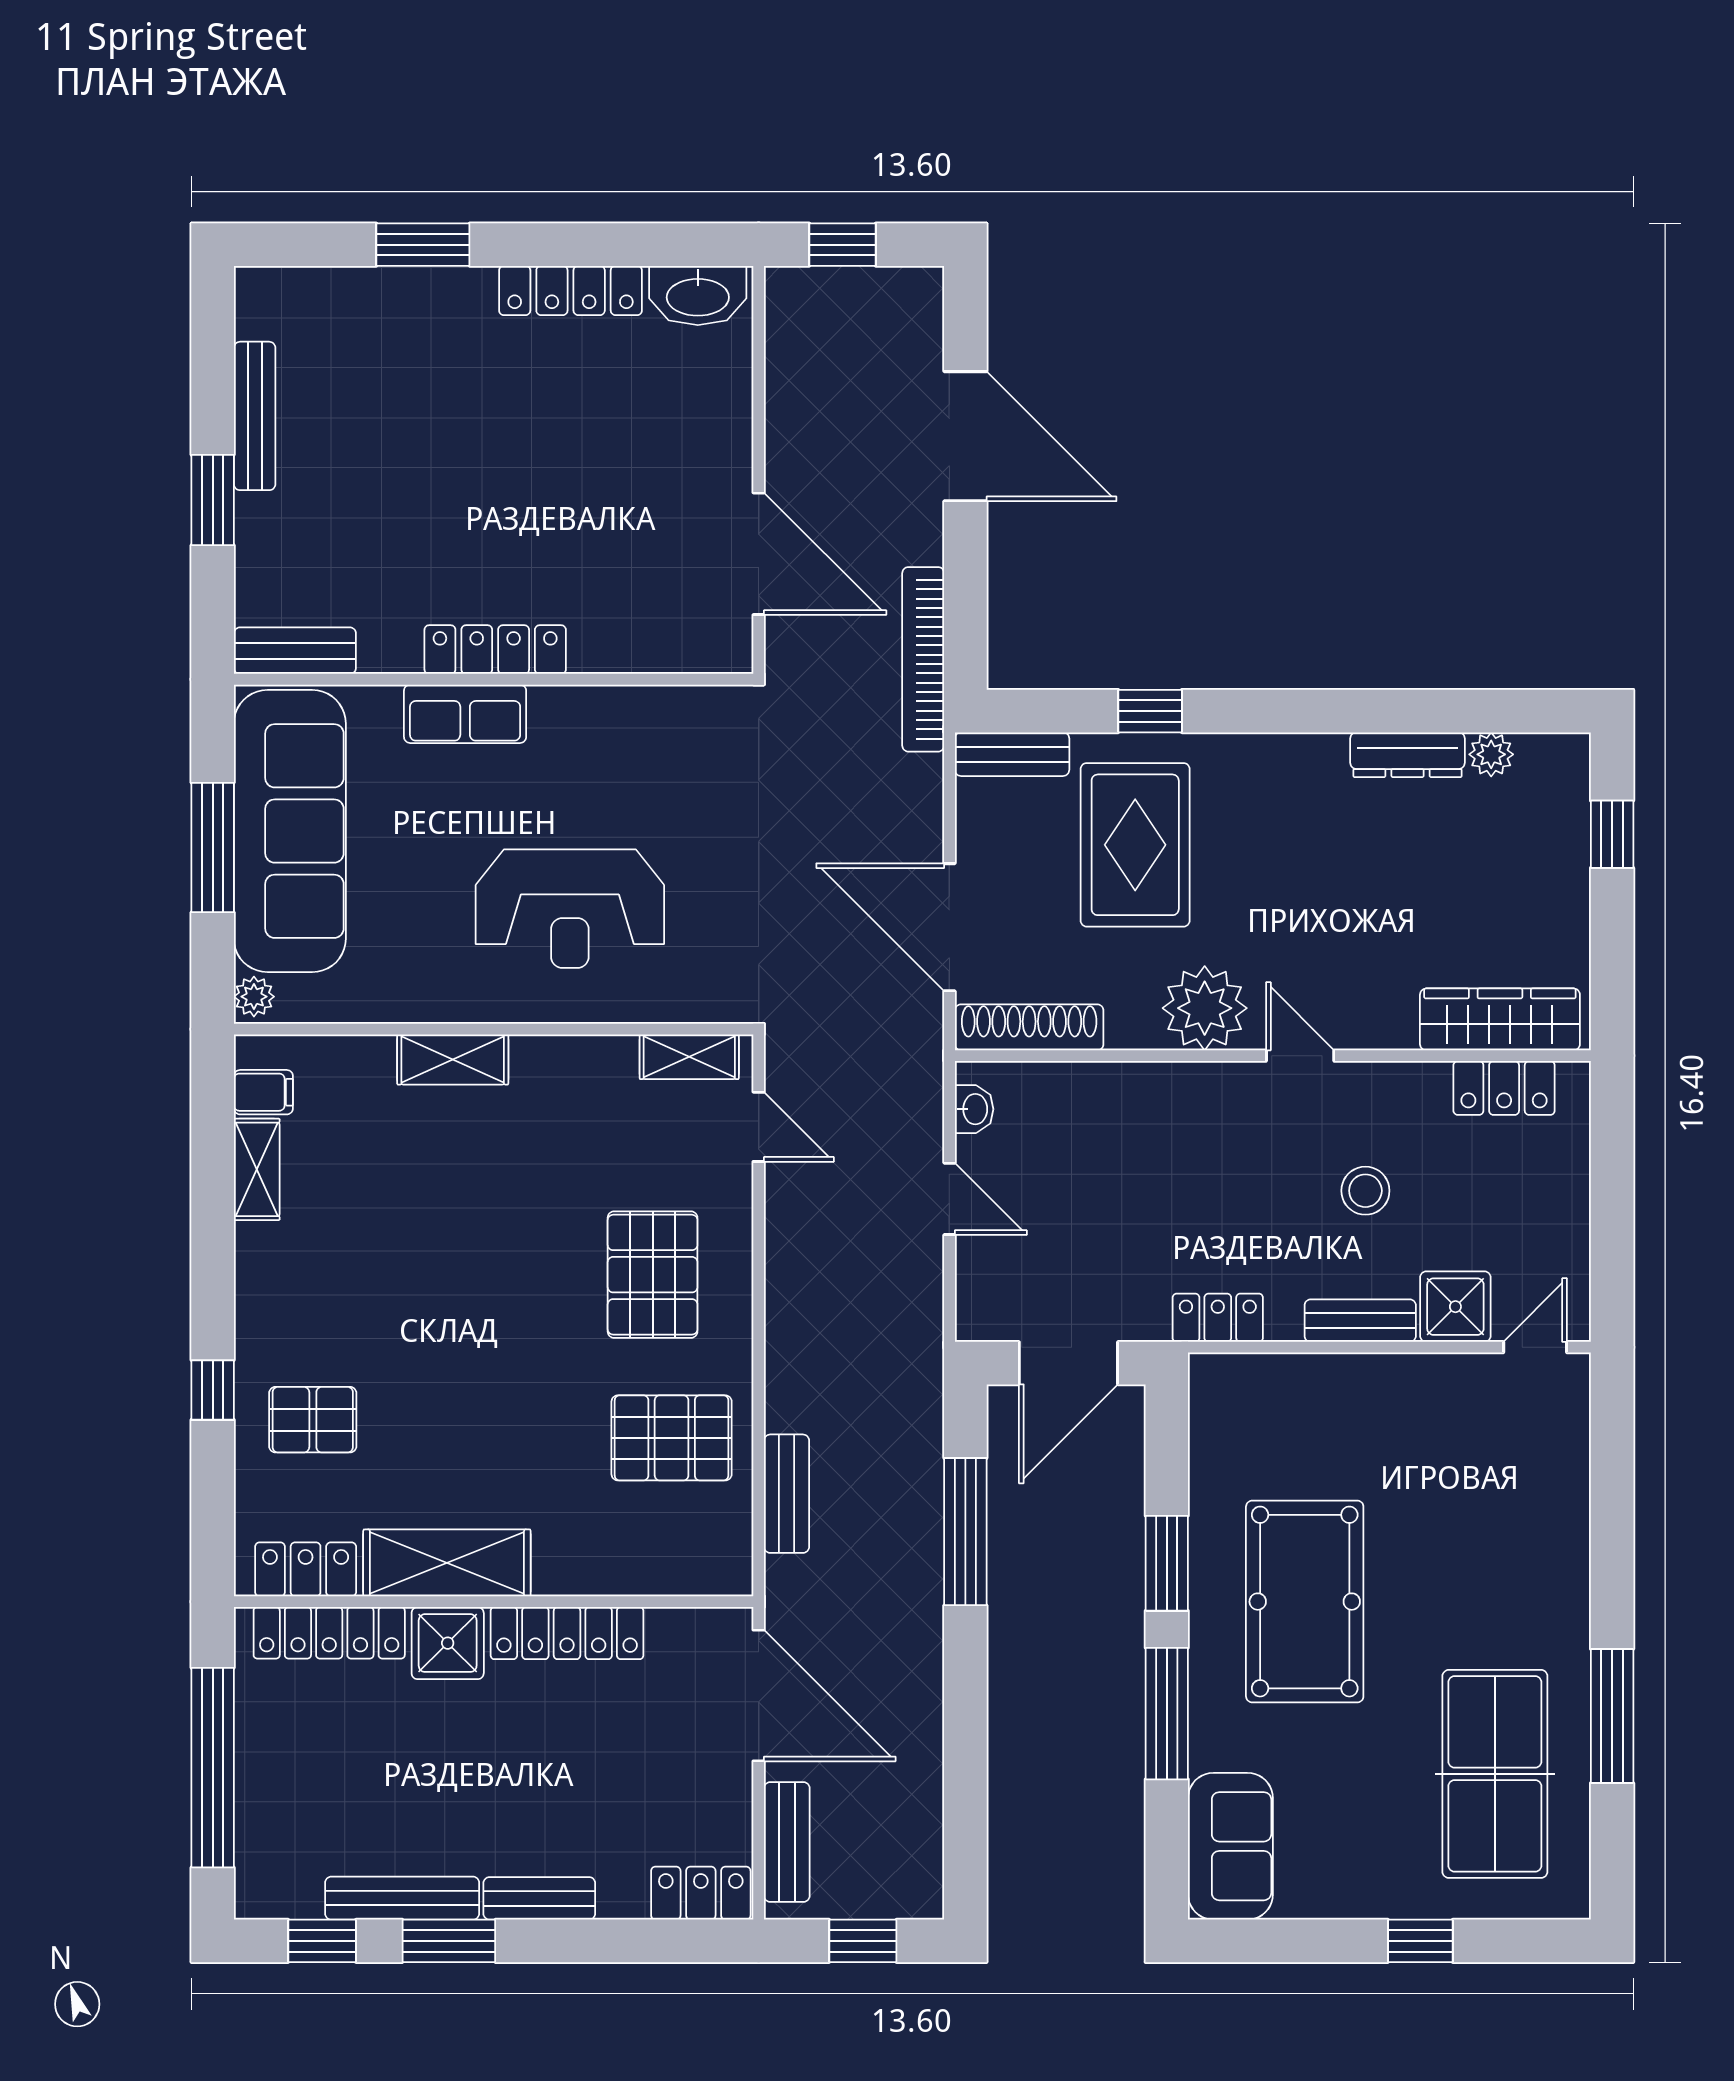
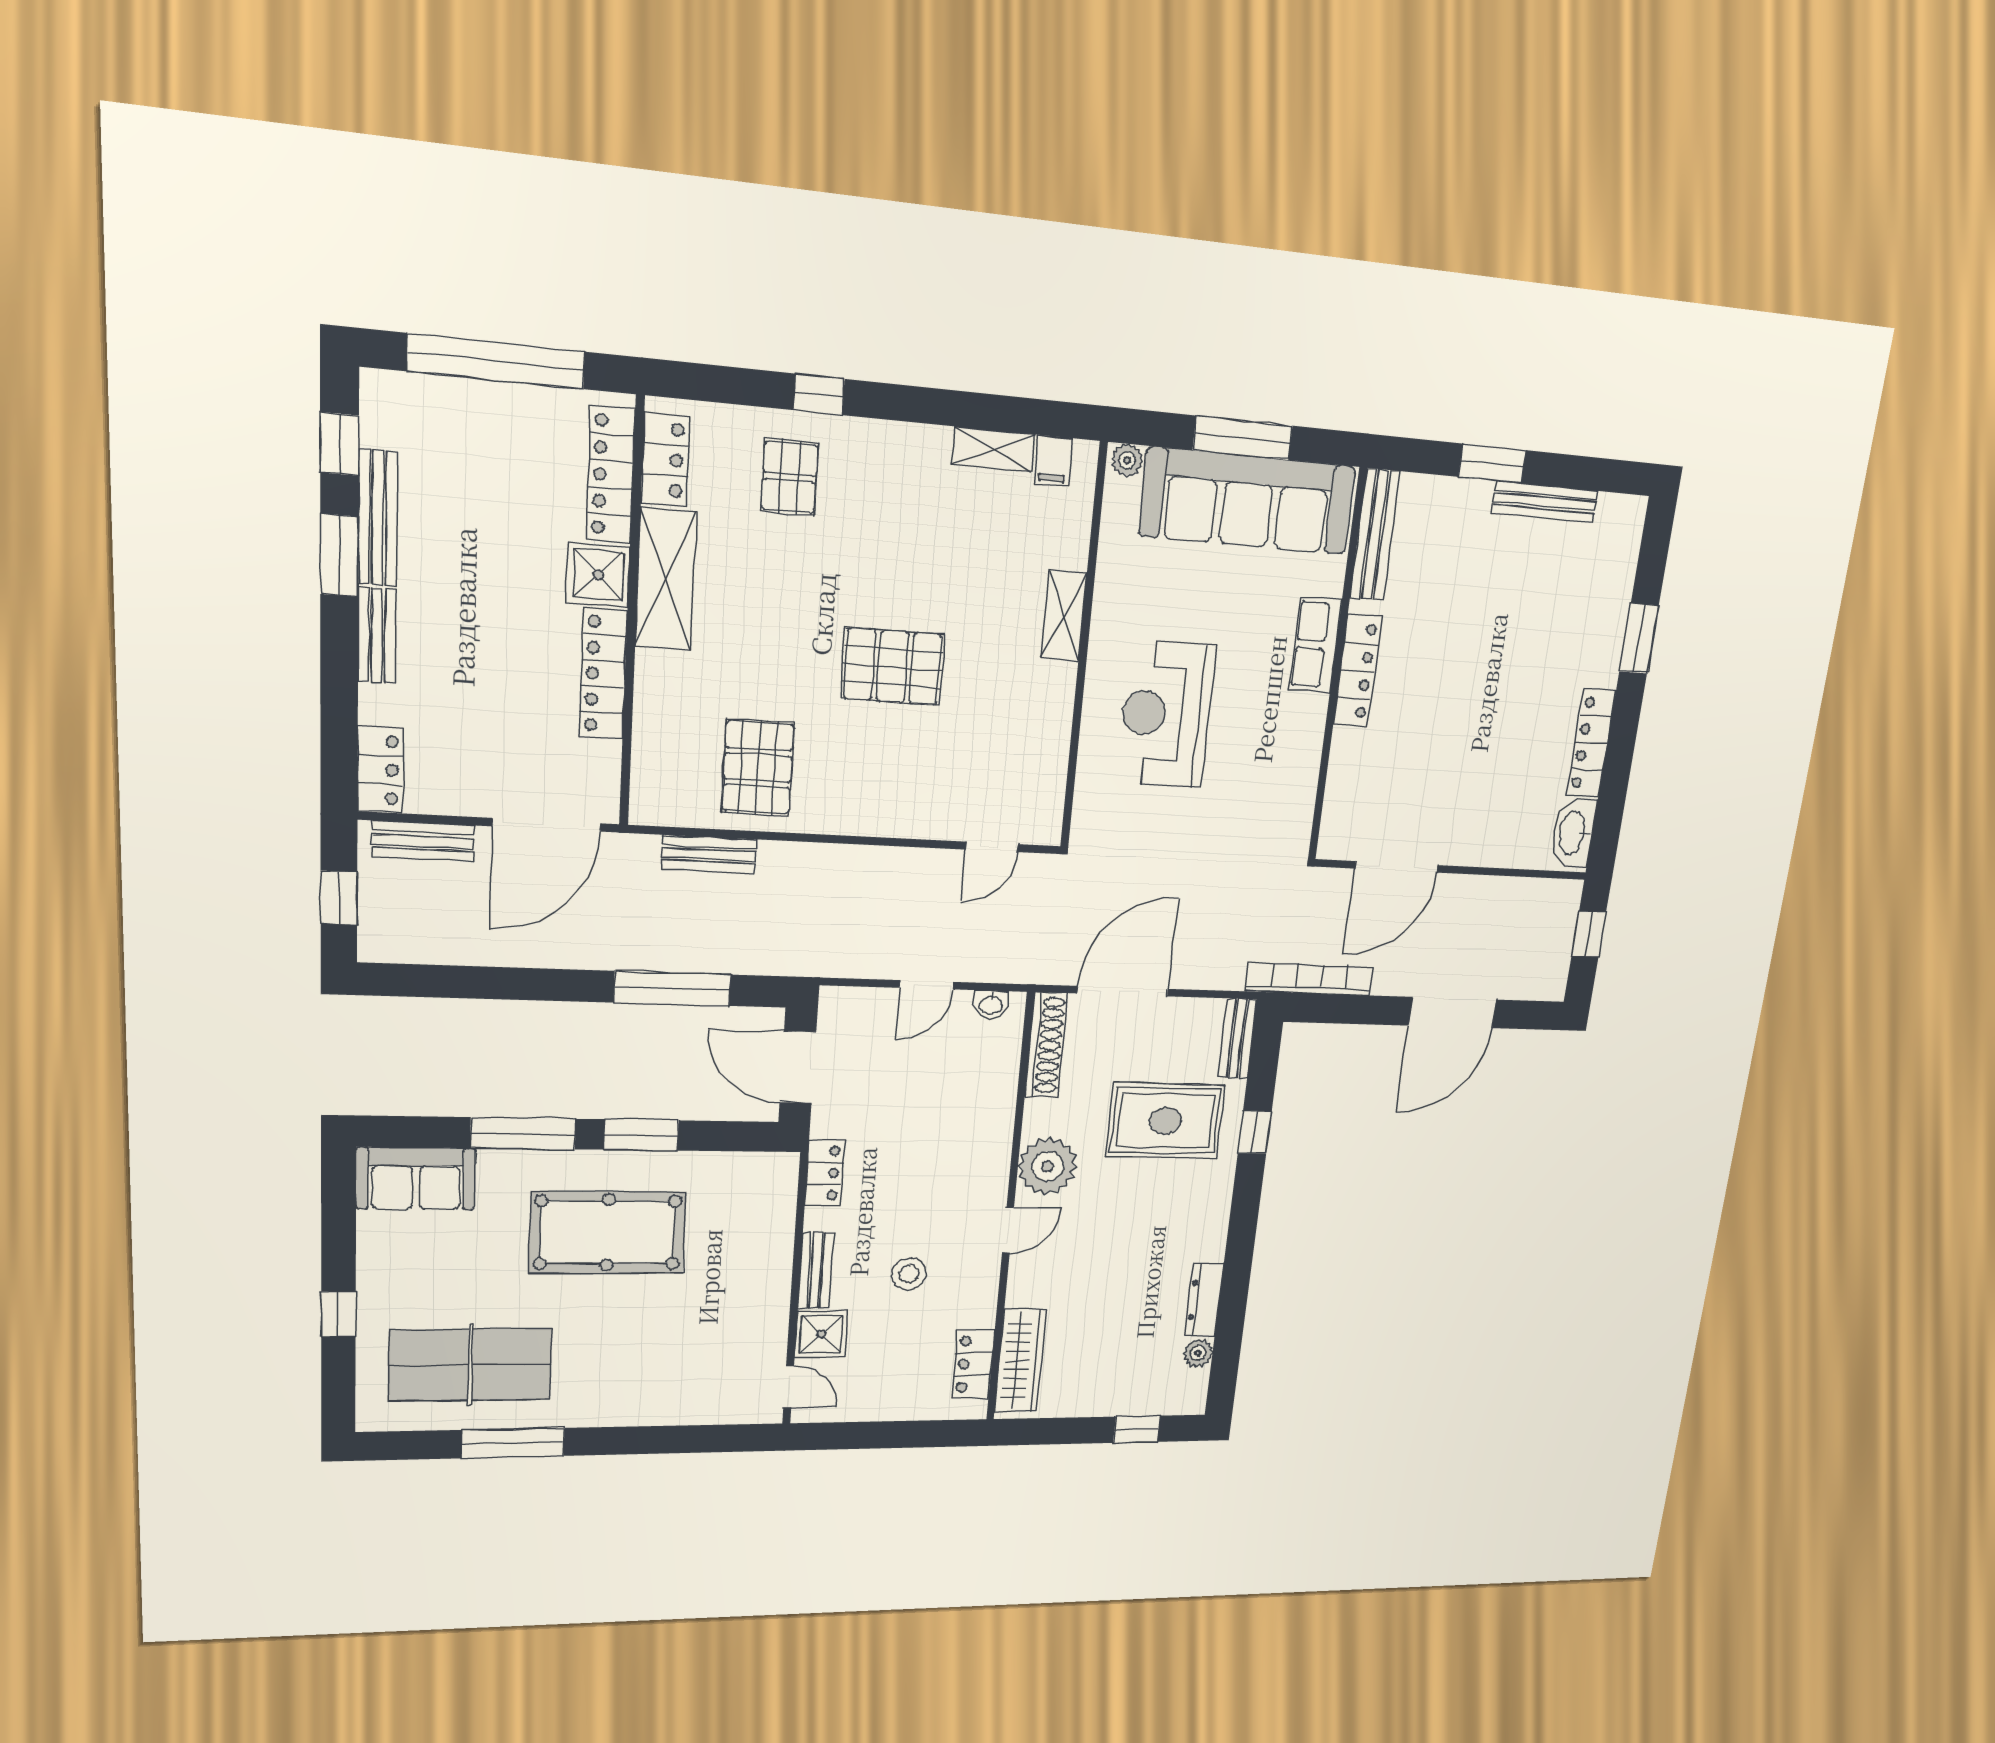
bench: (295, 651) -> (1375, 535), width x1.36
shelving: (689, 1057) -> (1049, 798), removed
pallet: (653, 1275) -> (893, 667), moved

